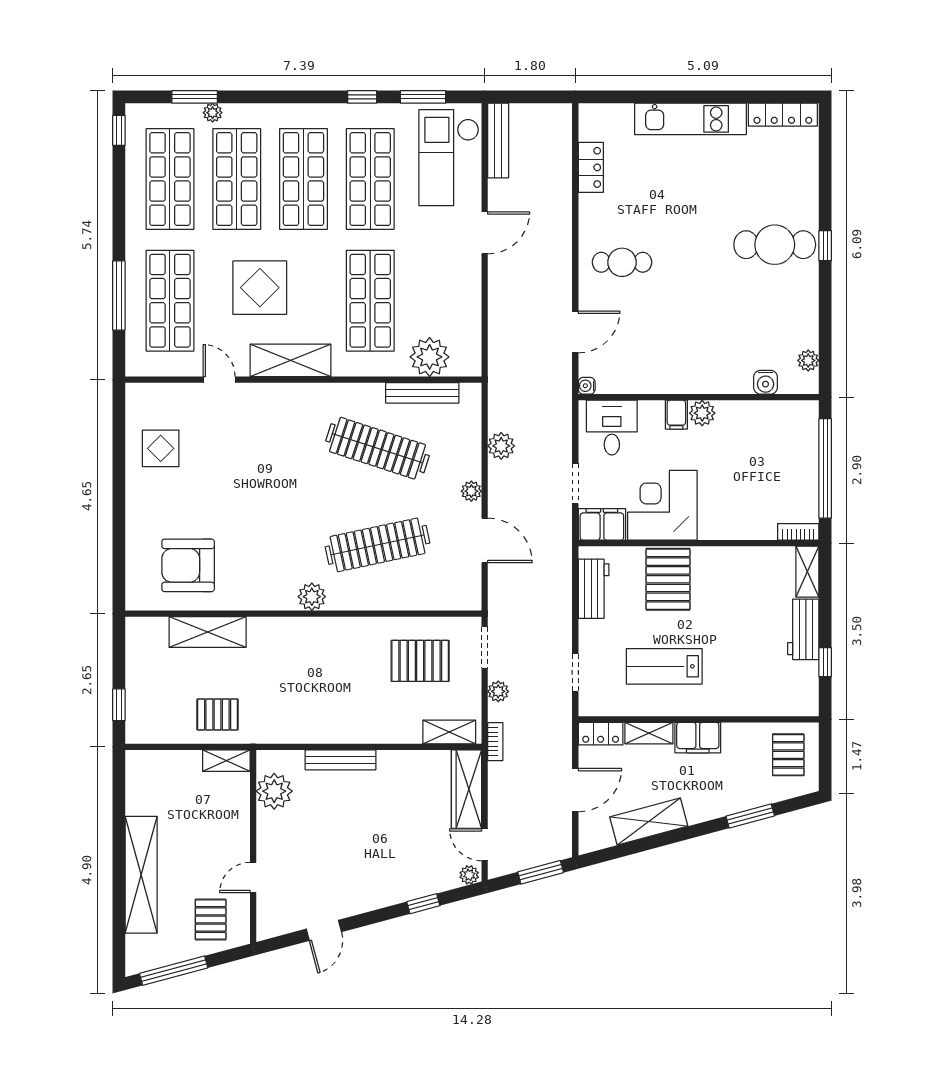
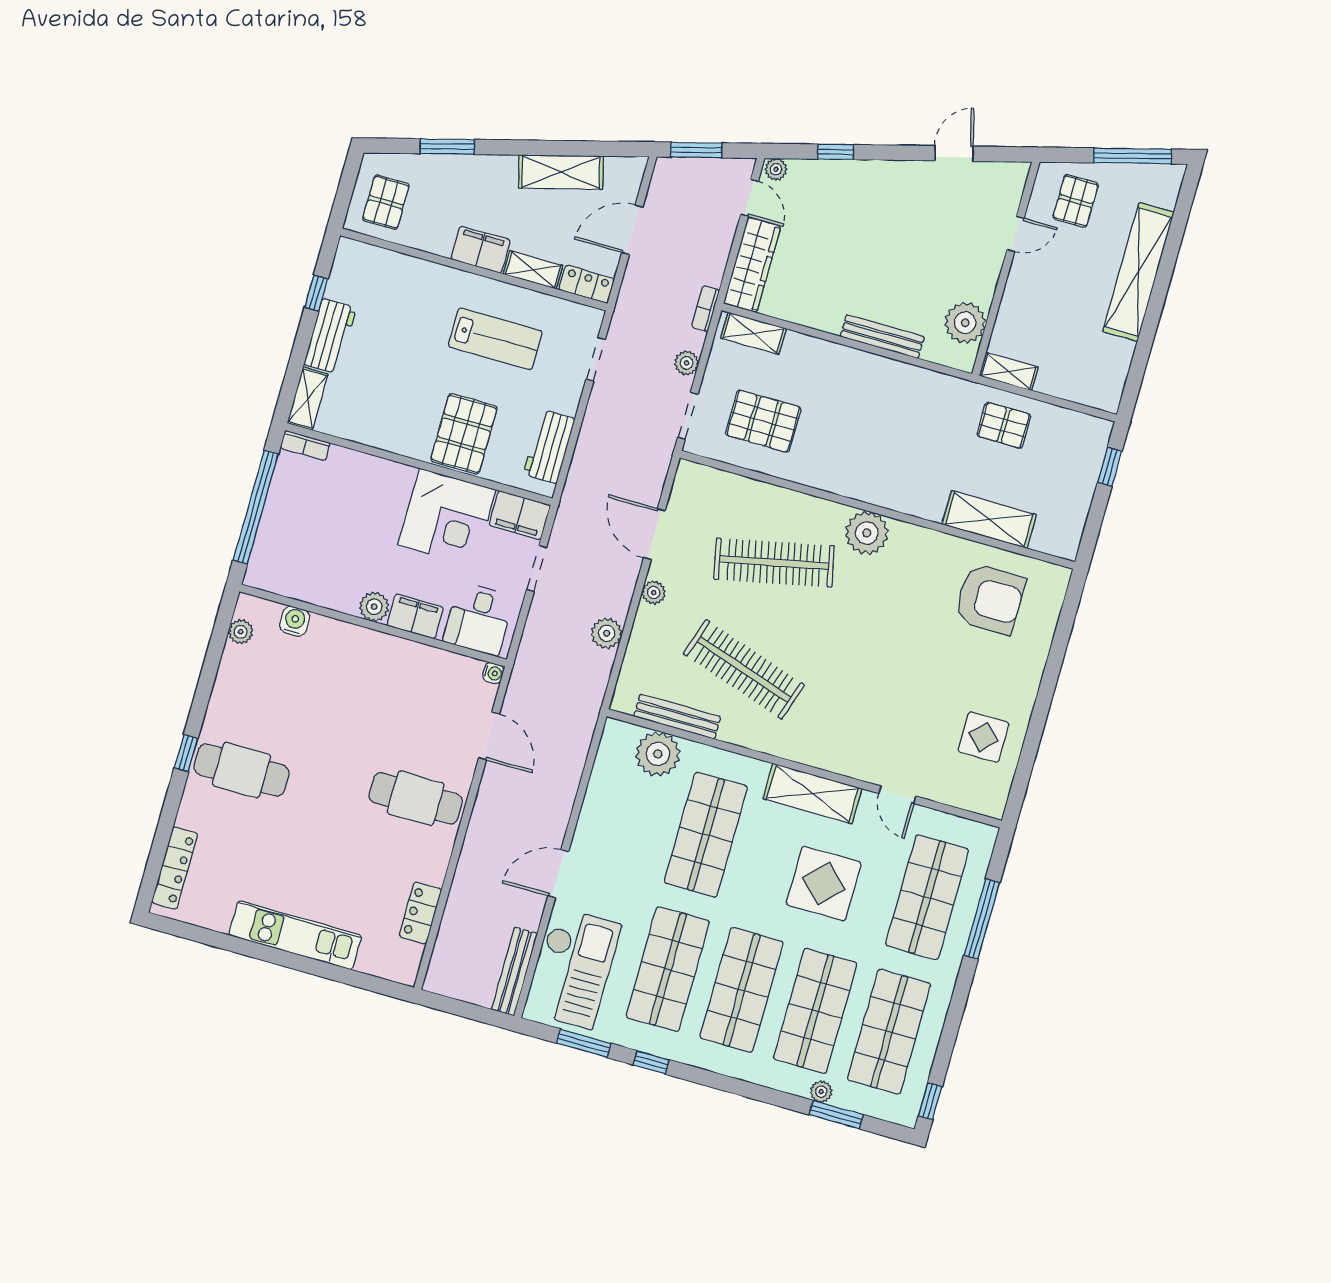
locker: (783, 115) -> (175, 868), moved, turned 90
cafe table: (622, 262) -> (416, 798), width x1.37, depth x1.35
door: (575, 332) -> (489, 736), swing flipped
filing cabinet: (676, 415) -> (415, 616), width x2.00
plant: (312, 597) -> (867, 533), width x1.36, depth x1.36

